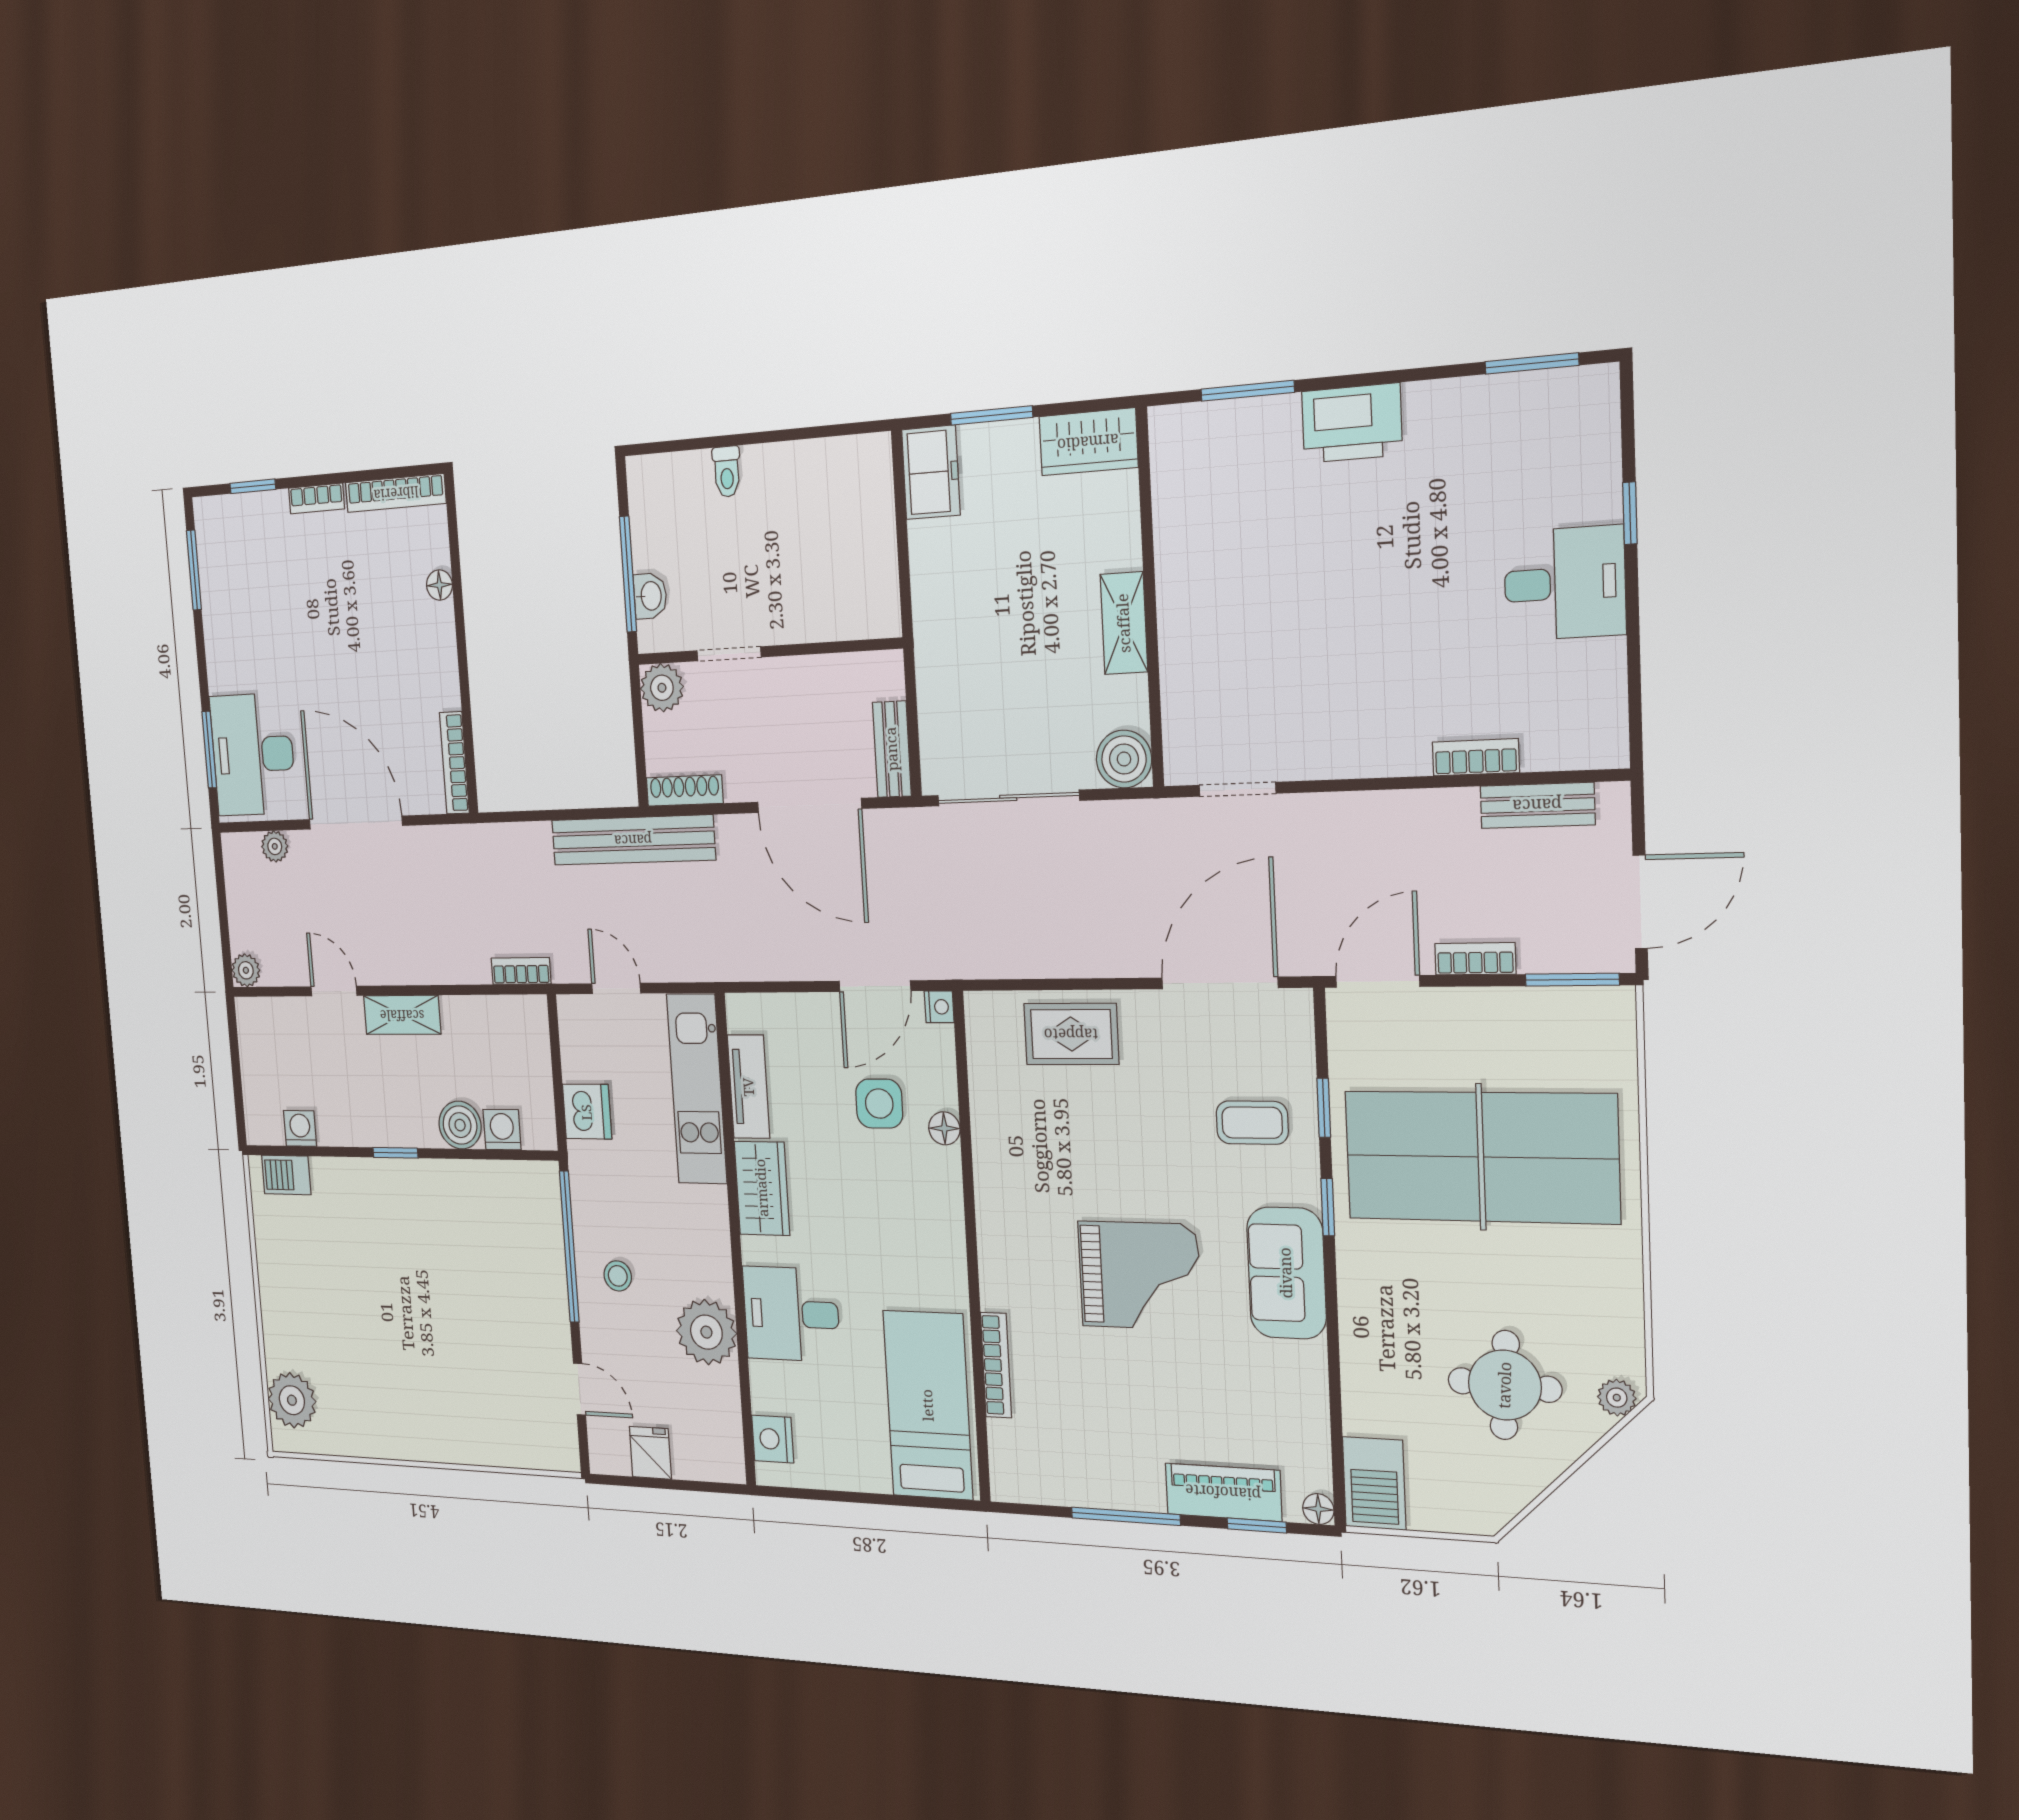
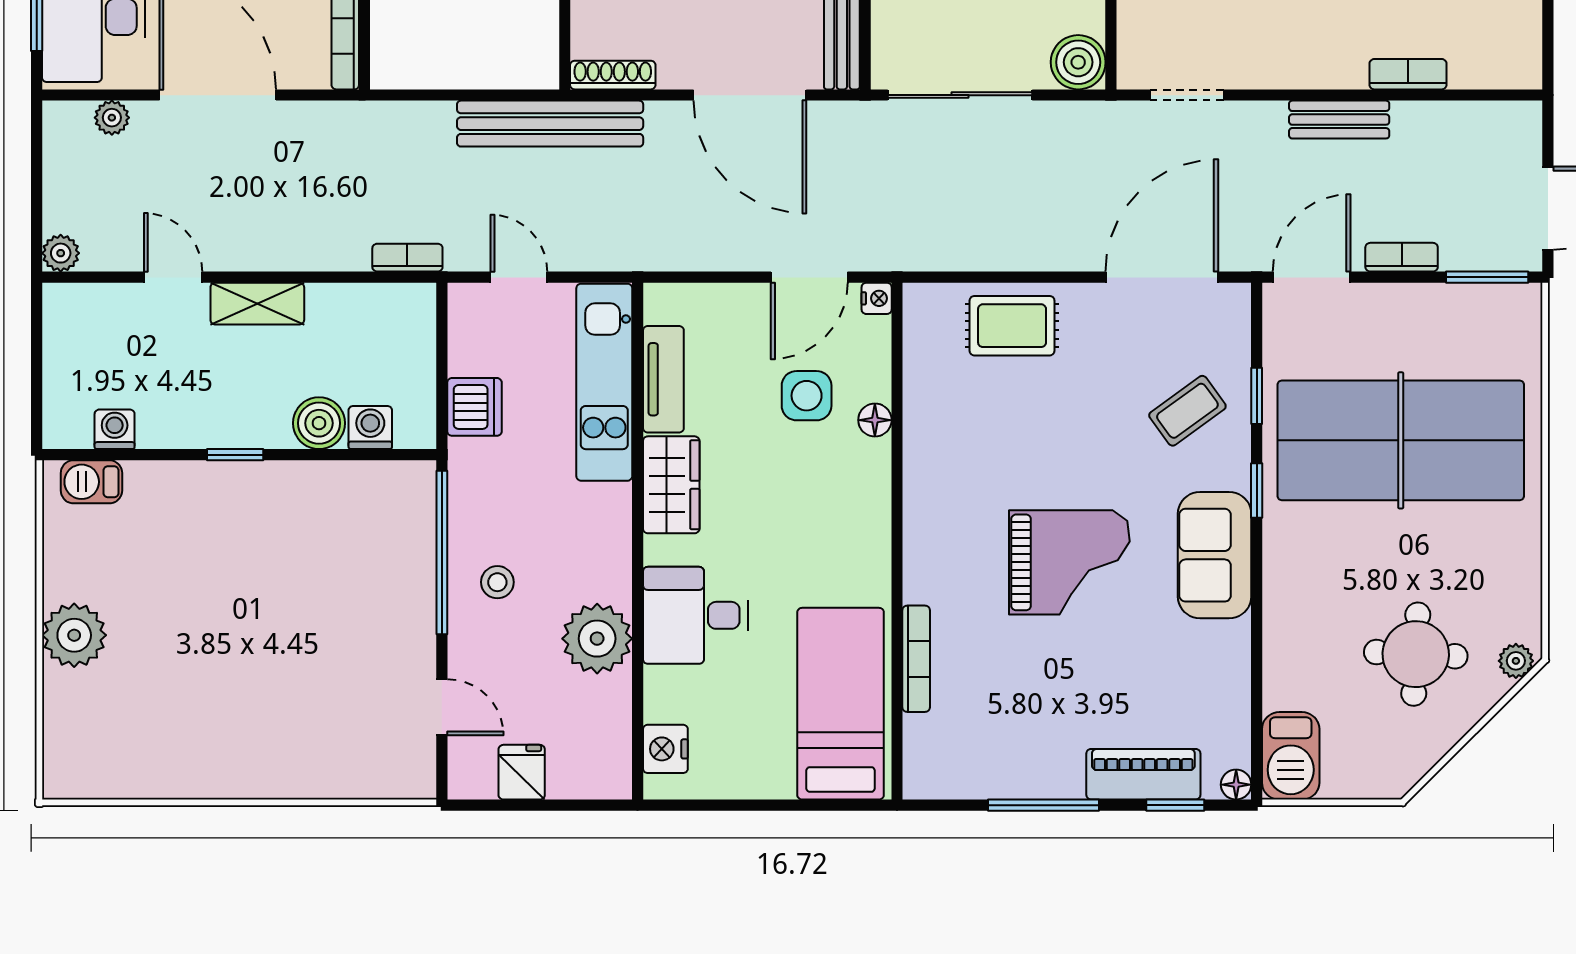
bench: (1537, 805) -> (1339, 120), moved
coffee table: (1252, 1123) -> (1187, 411), turned -36
plant: (292, 1400) -> (74, 635), moved

